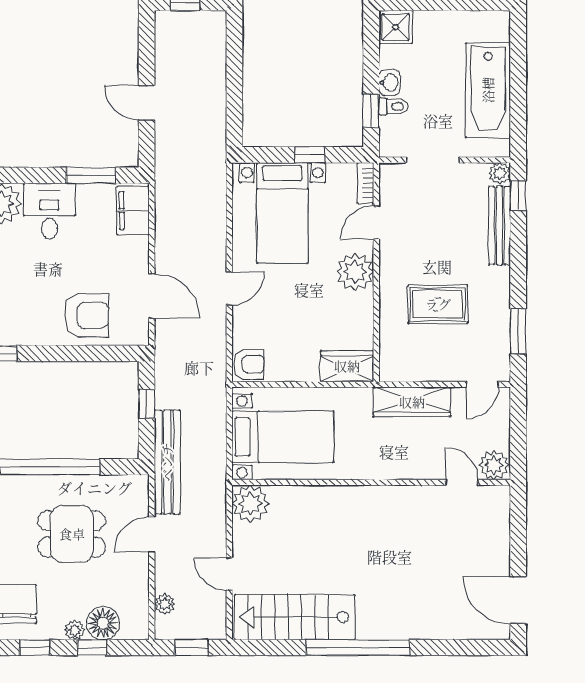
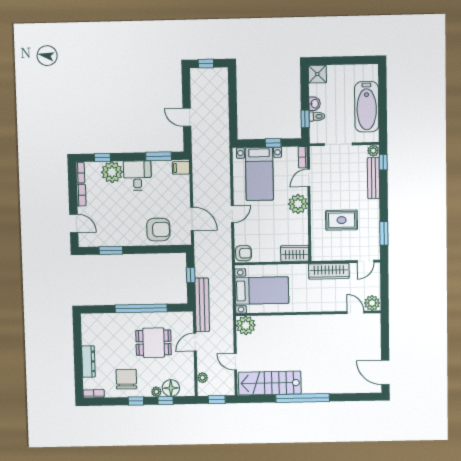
filing cabinet: (133, 211) -> (181, 168), width x0.50

